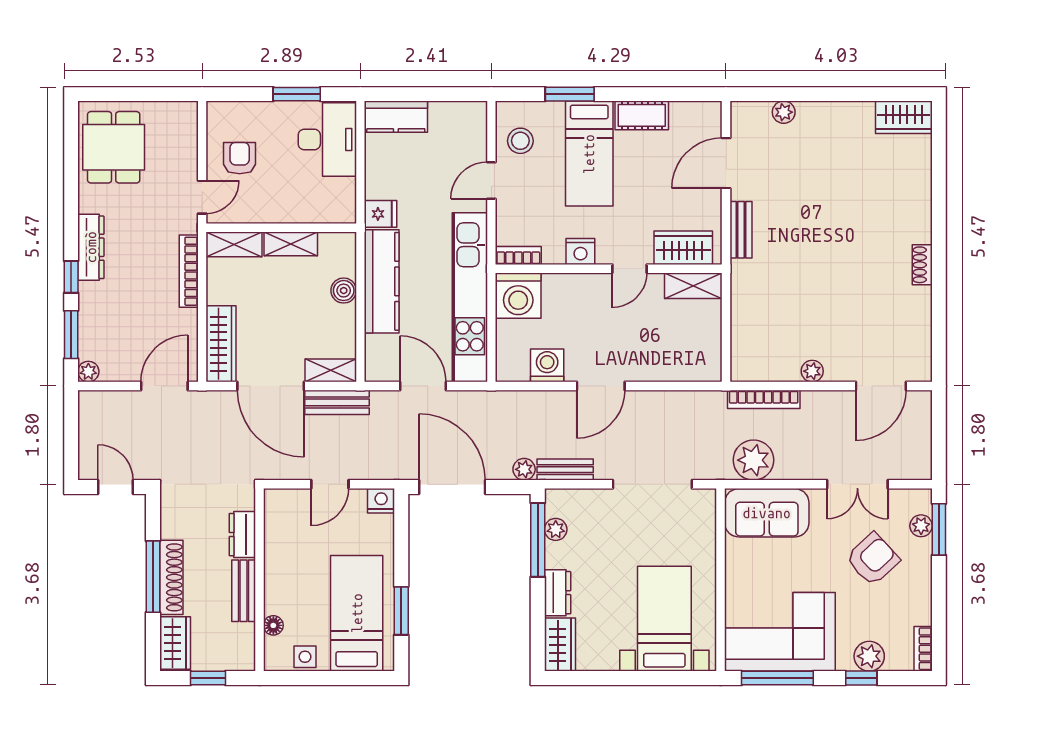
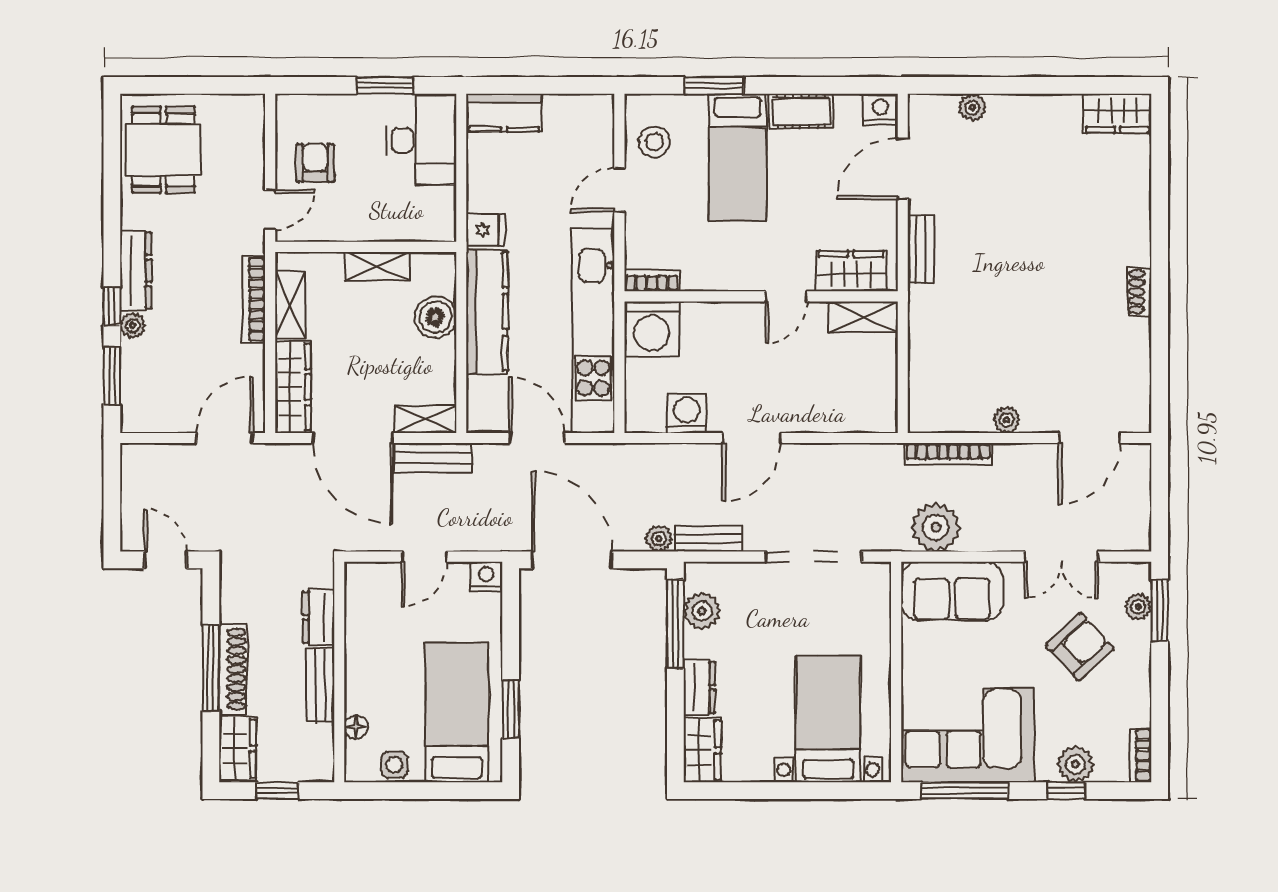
shelving: (234, 244) -> (290, 304), moved, turned 90
nightstand: (580, 252) -> (881, 110), moved, turned 180
boiler: (344, 291) -> (435, 317), width x1.36, depth x1.36
plant: (88, 372) -> (133, 326), moved
plant: (556, 529) -> (702, 611), width x1.38, depth x1.38

